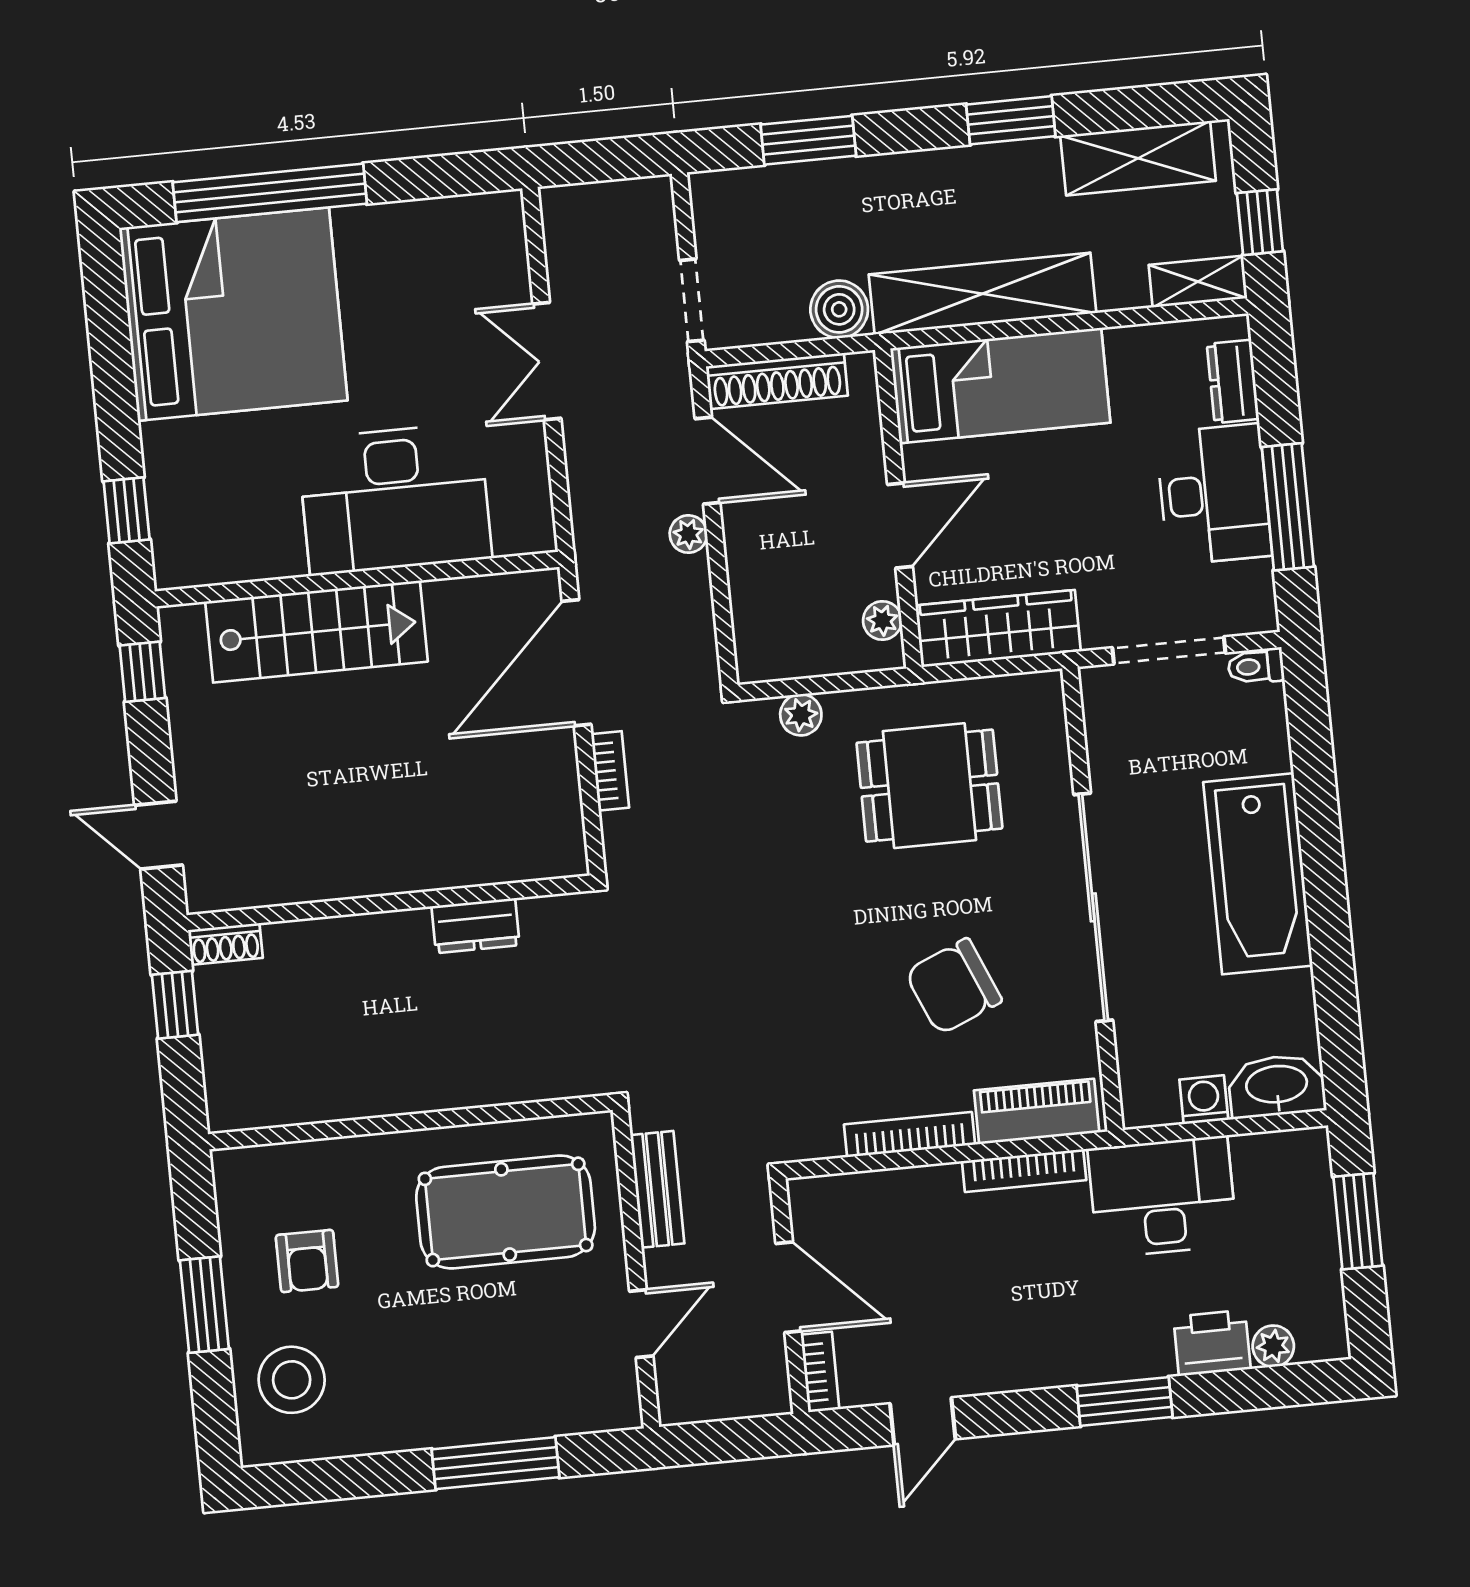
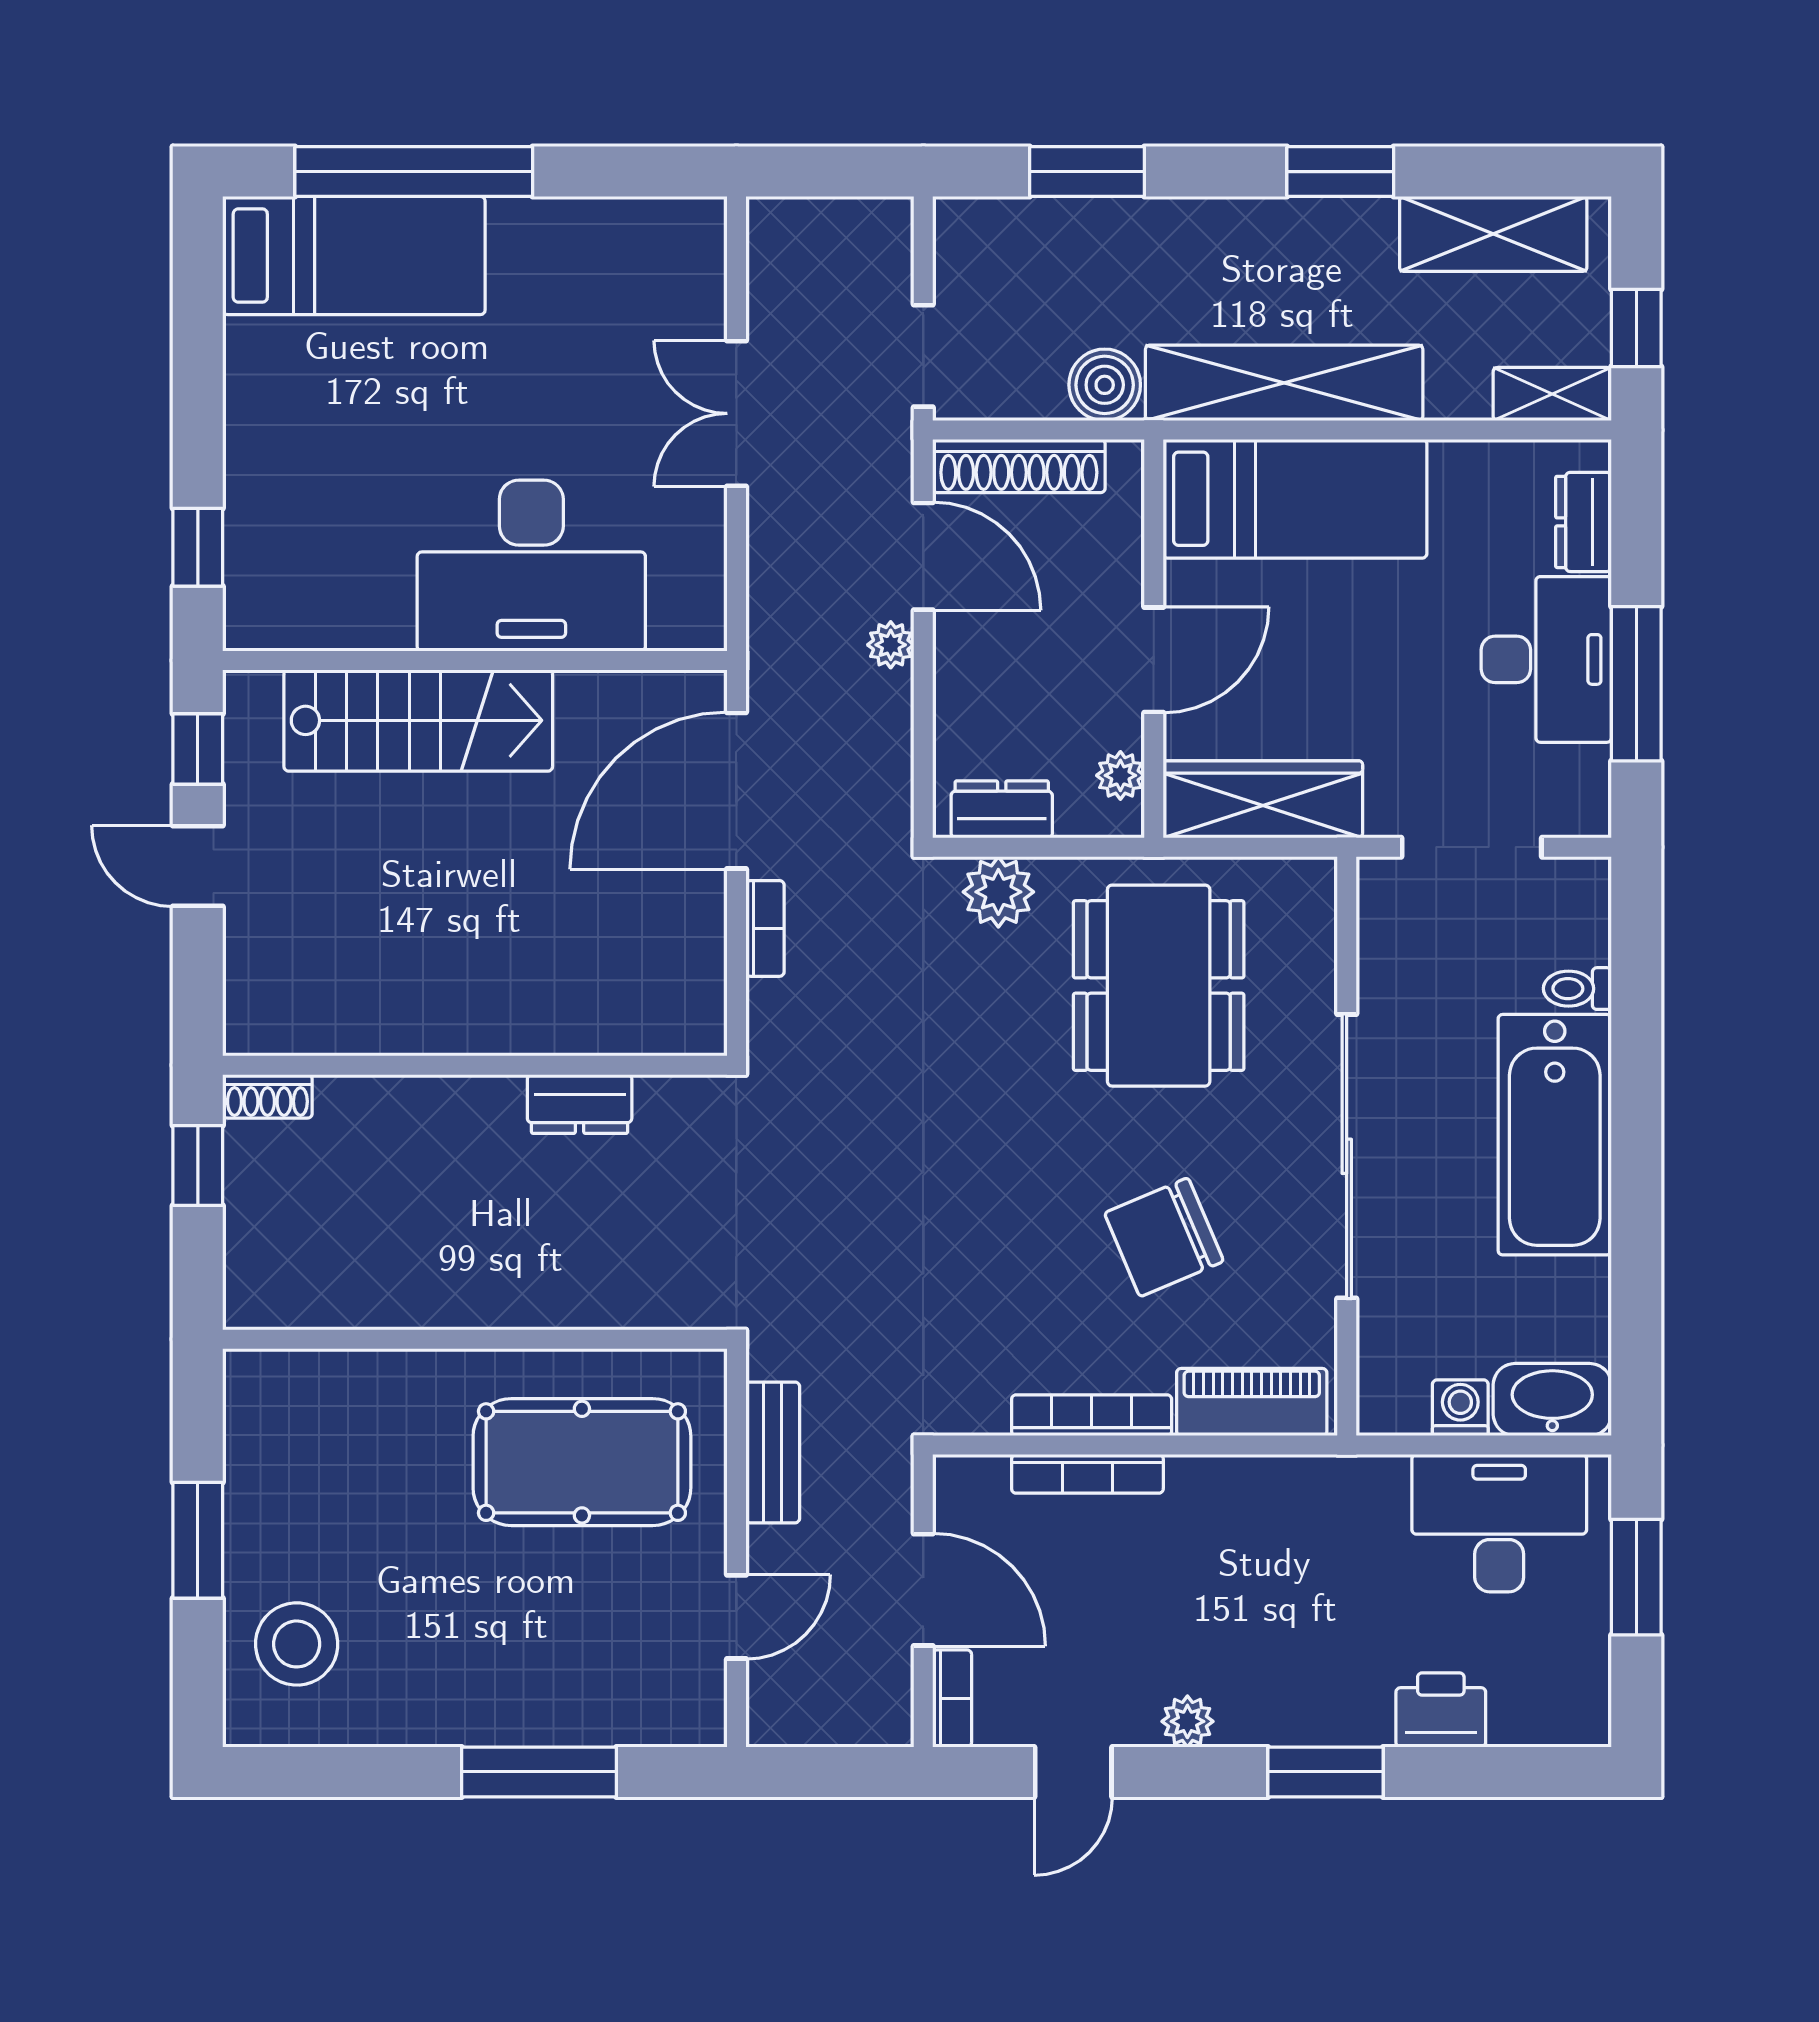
bed: (233, 314) -> (354, 256), width x0.49
dresser: (790, 657) -> (1002, 809), added
toilet: (1256, 666) -> (1577, 989), moved
plant: (801, 715) -> (998, 892), width x1.38, depth x1.38
dining table: (929, 786) -> (1159, 986), width x1.38
door: (158, 835) -> (198, 866), moved
bookcase: (1024, 1171) -> (1087, 1474), moved
desk: (1163, 1197) -> (1499, 1523), moved
armchair: (307, 1261) -> (330, 1499), removed
plant: (1273, 1346) -> (1187, 1721), moved

